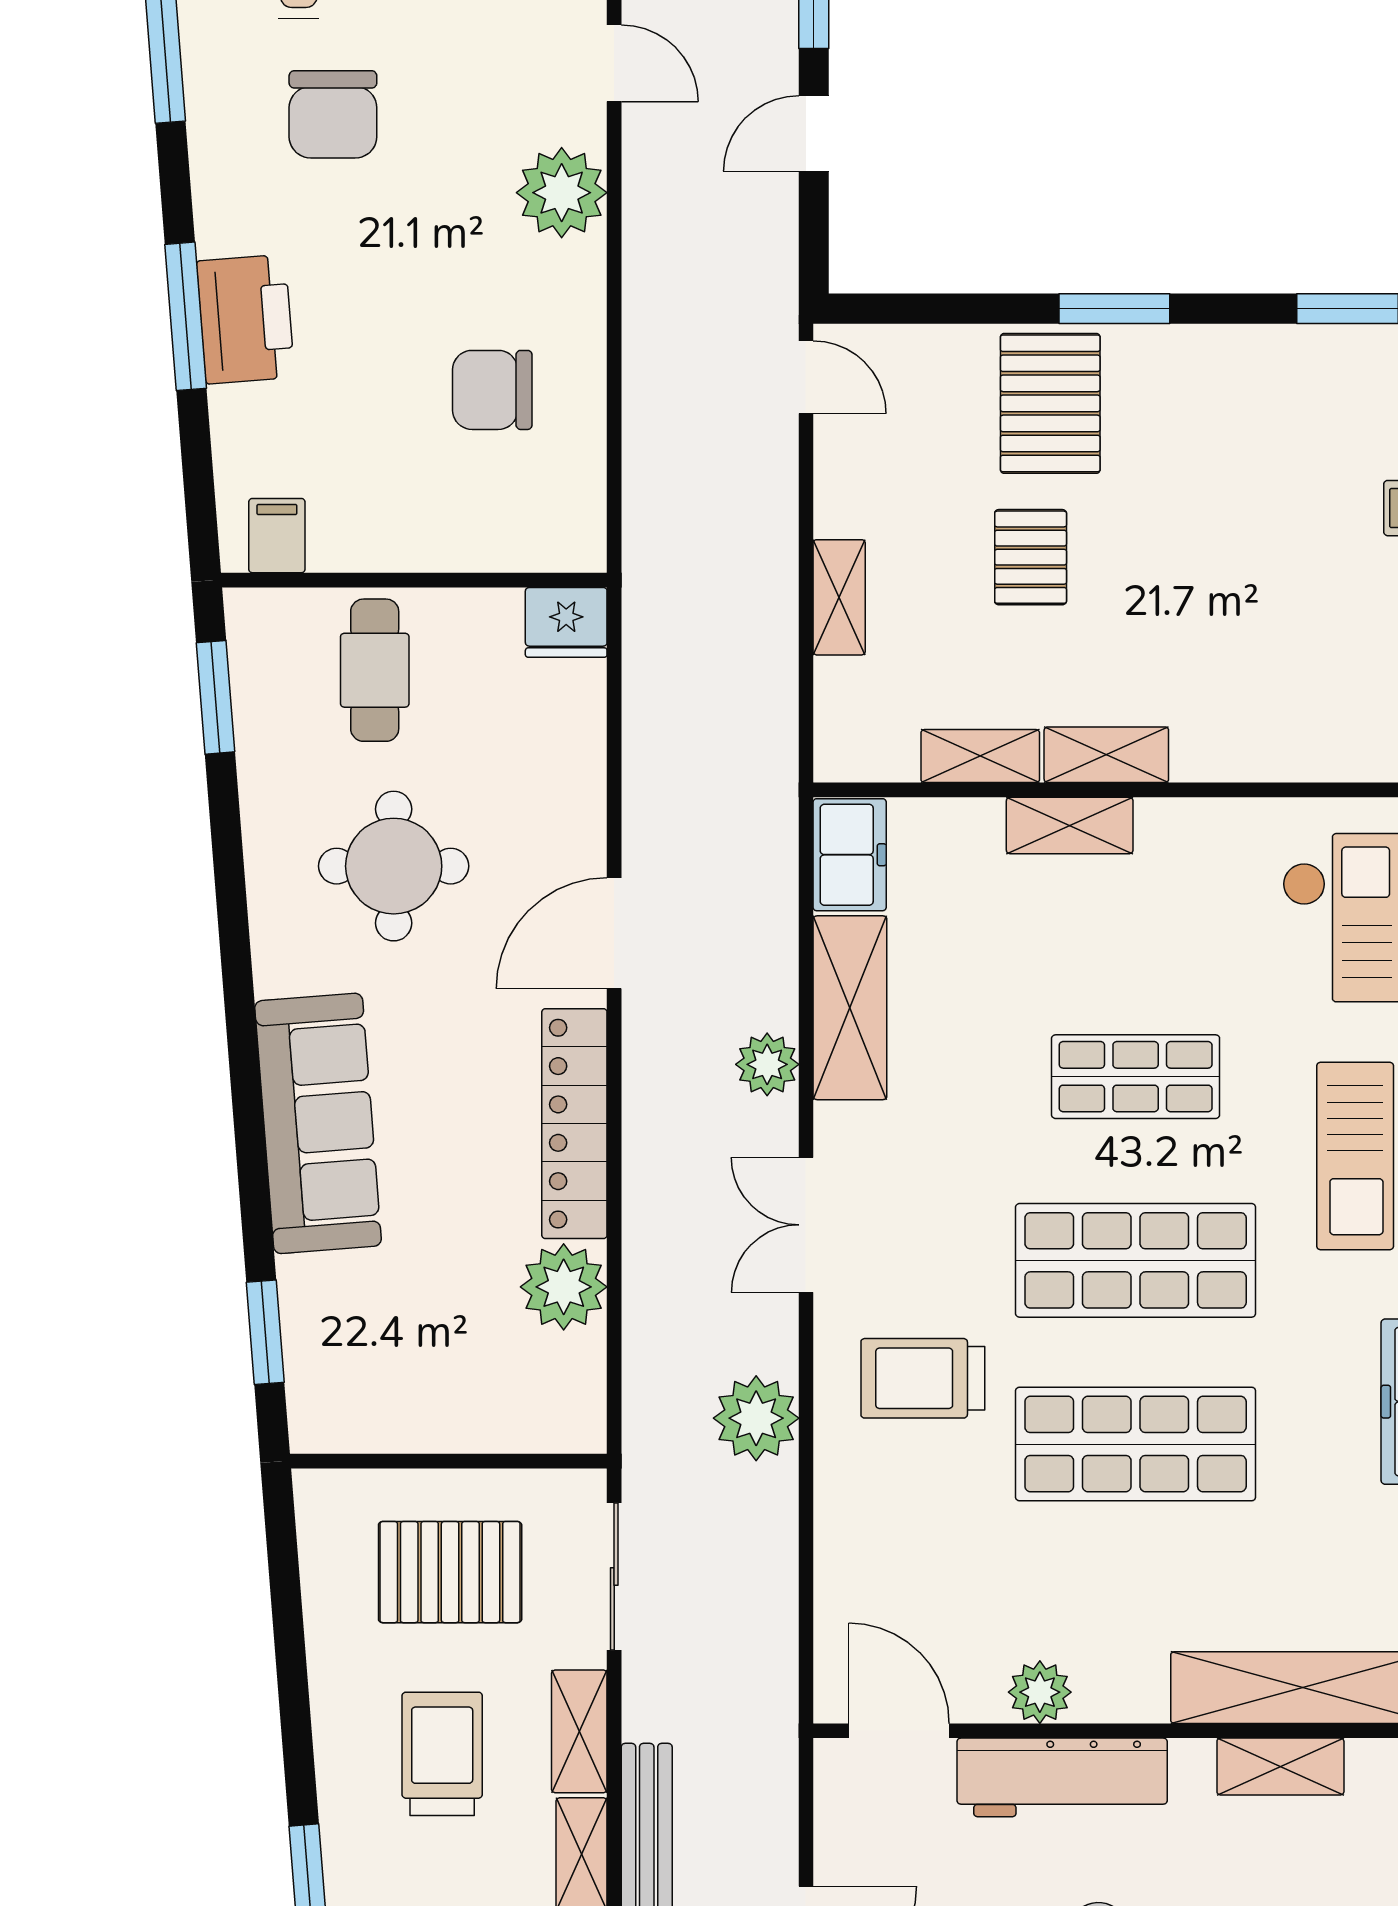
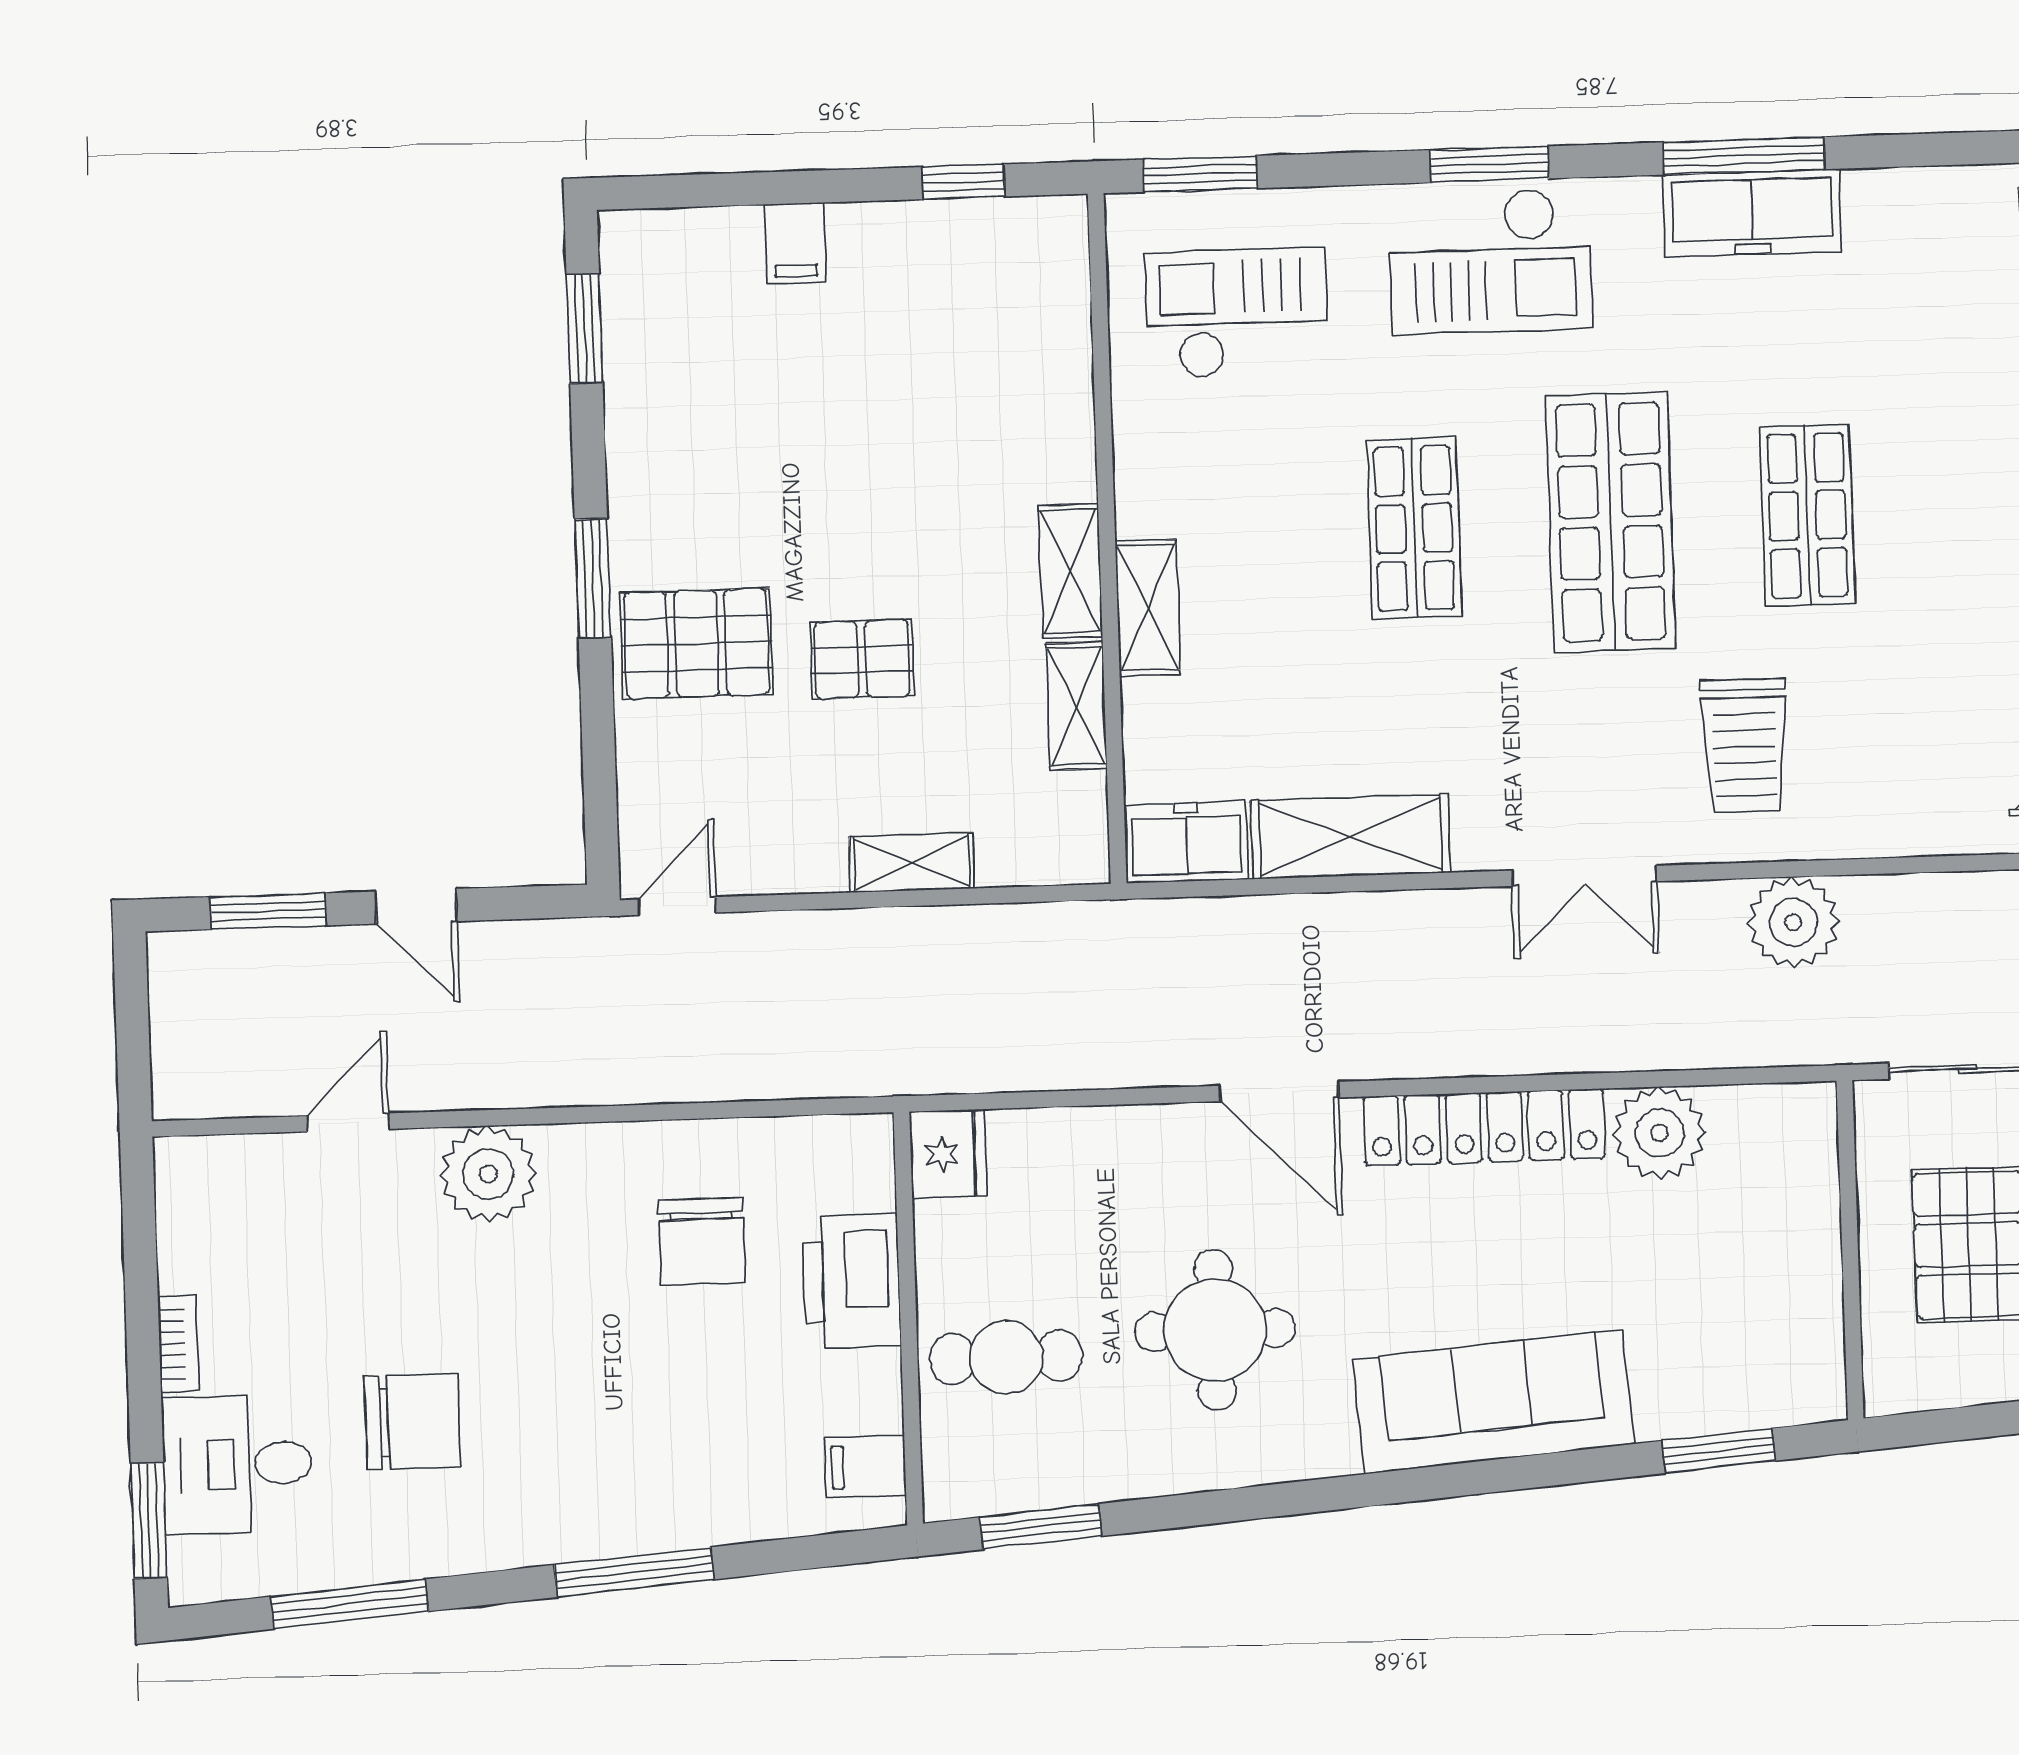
printer: (246, 319) -> (852, 1281), moved, turned -86
plant: (767, 1064) -> (1414, 923), removed
shop shelf: (1136, 1444) -> (1807, 515), width x0.70, depth x0.74

